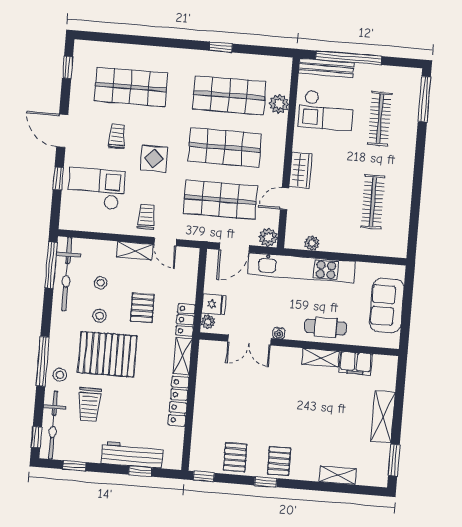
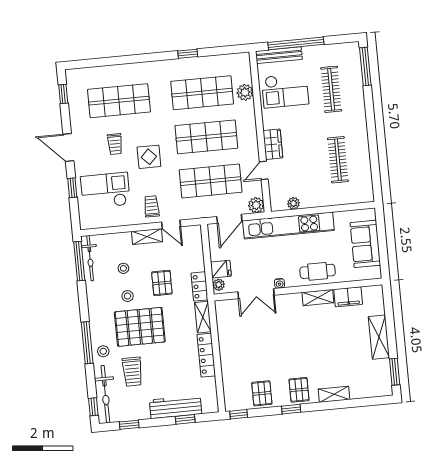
trolley: (117, 137) -> (115, 144), turned 180
bicycle: (67, 274) -> (90, 258), width x0.73, depth x0.71
shelving: (338, 475) -> (334, 394), moved

